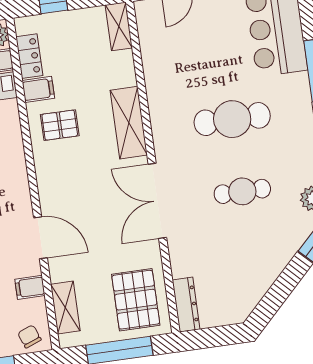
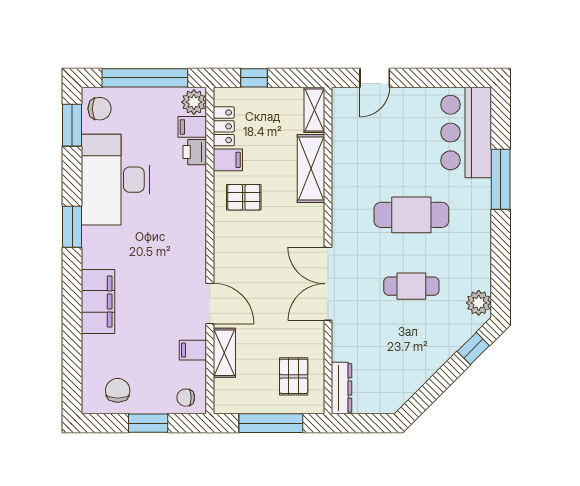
shelving: (129, 123) -> (311, 168), moved
pallet: (136, 300) -> (294, 376), width x0.67, depth x0.71
shelving: (65, 308) -> (224, 353), moved
chair: (29, 336) -> (186, 398), turned -69

